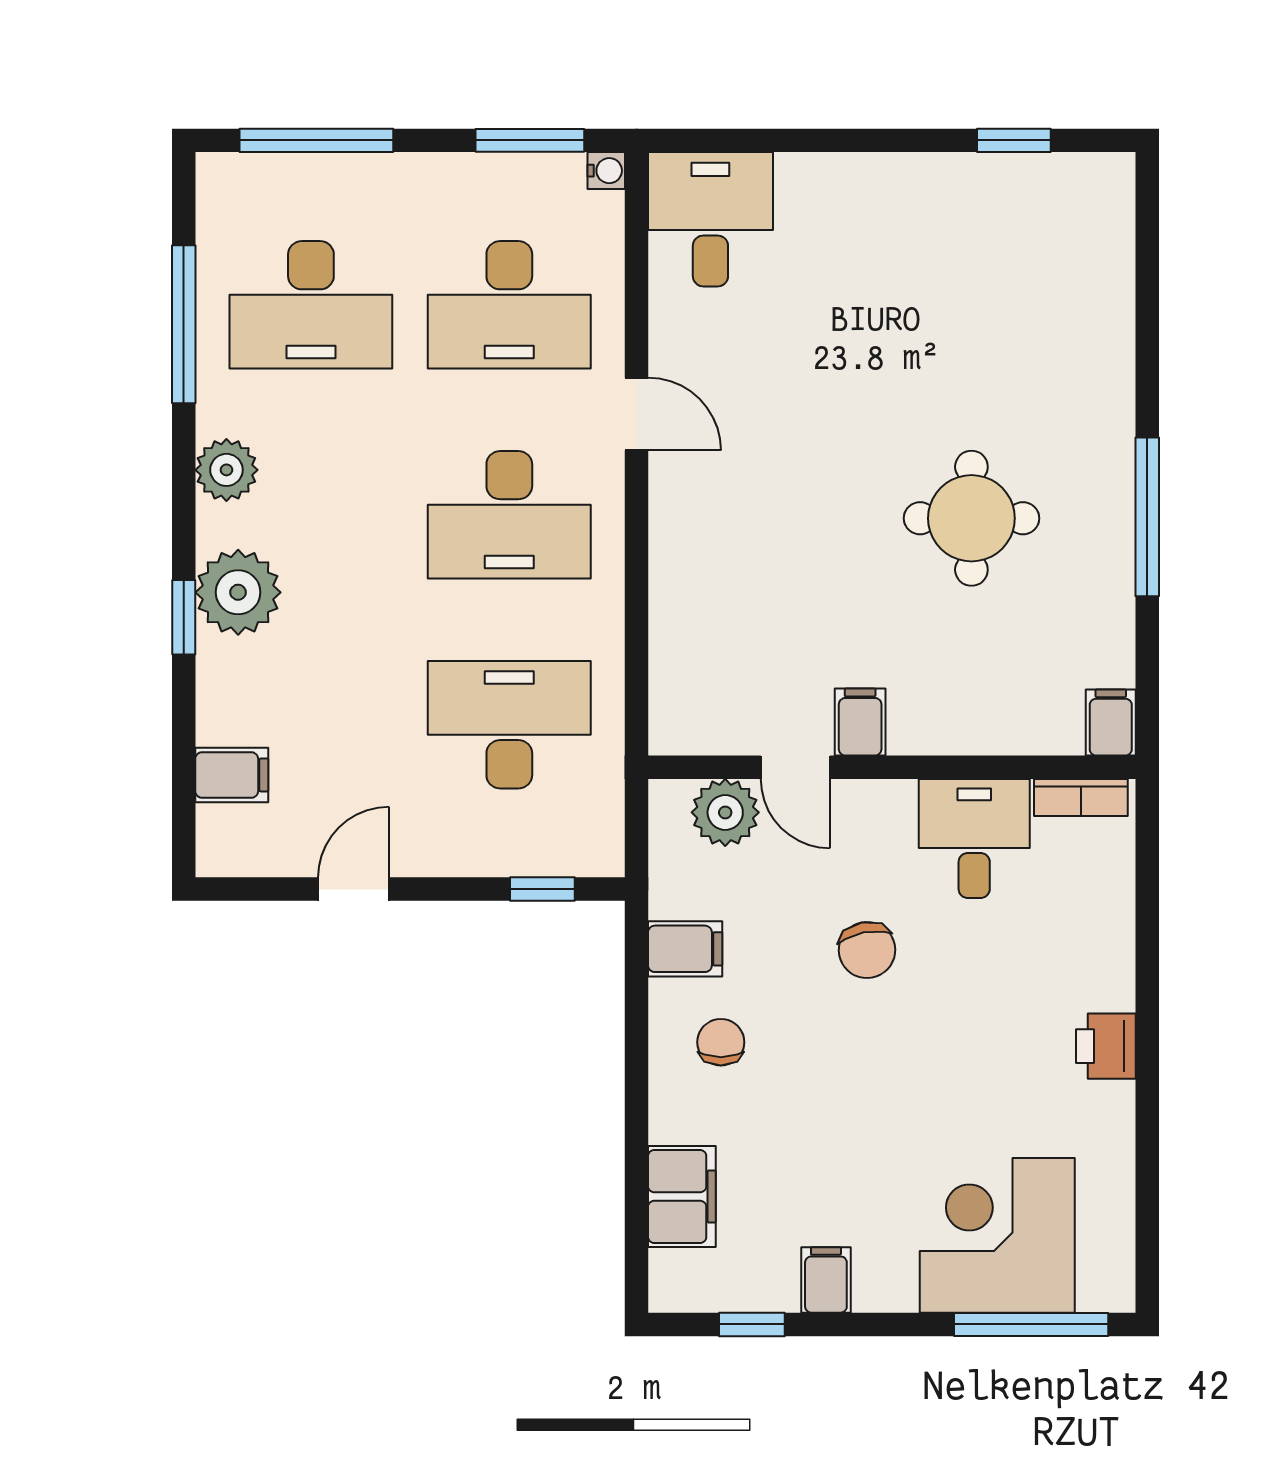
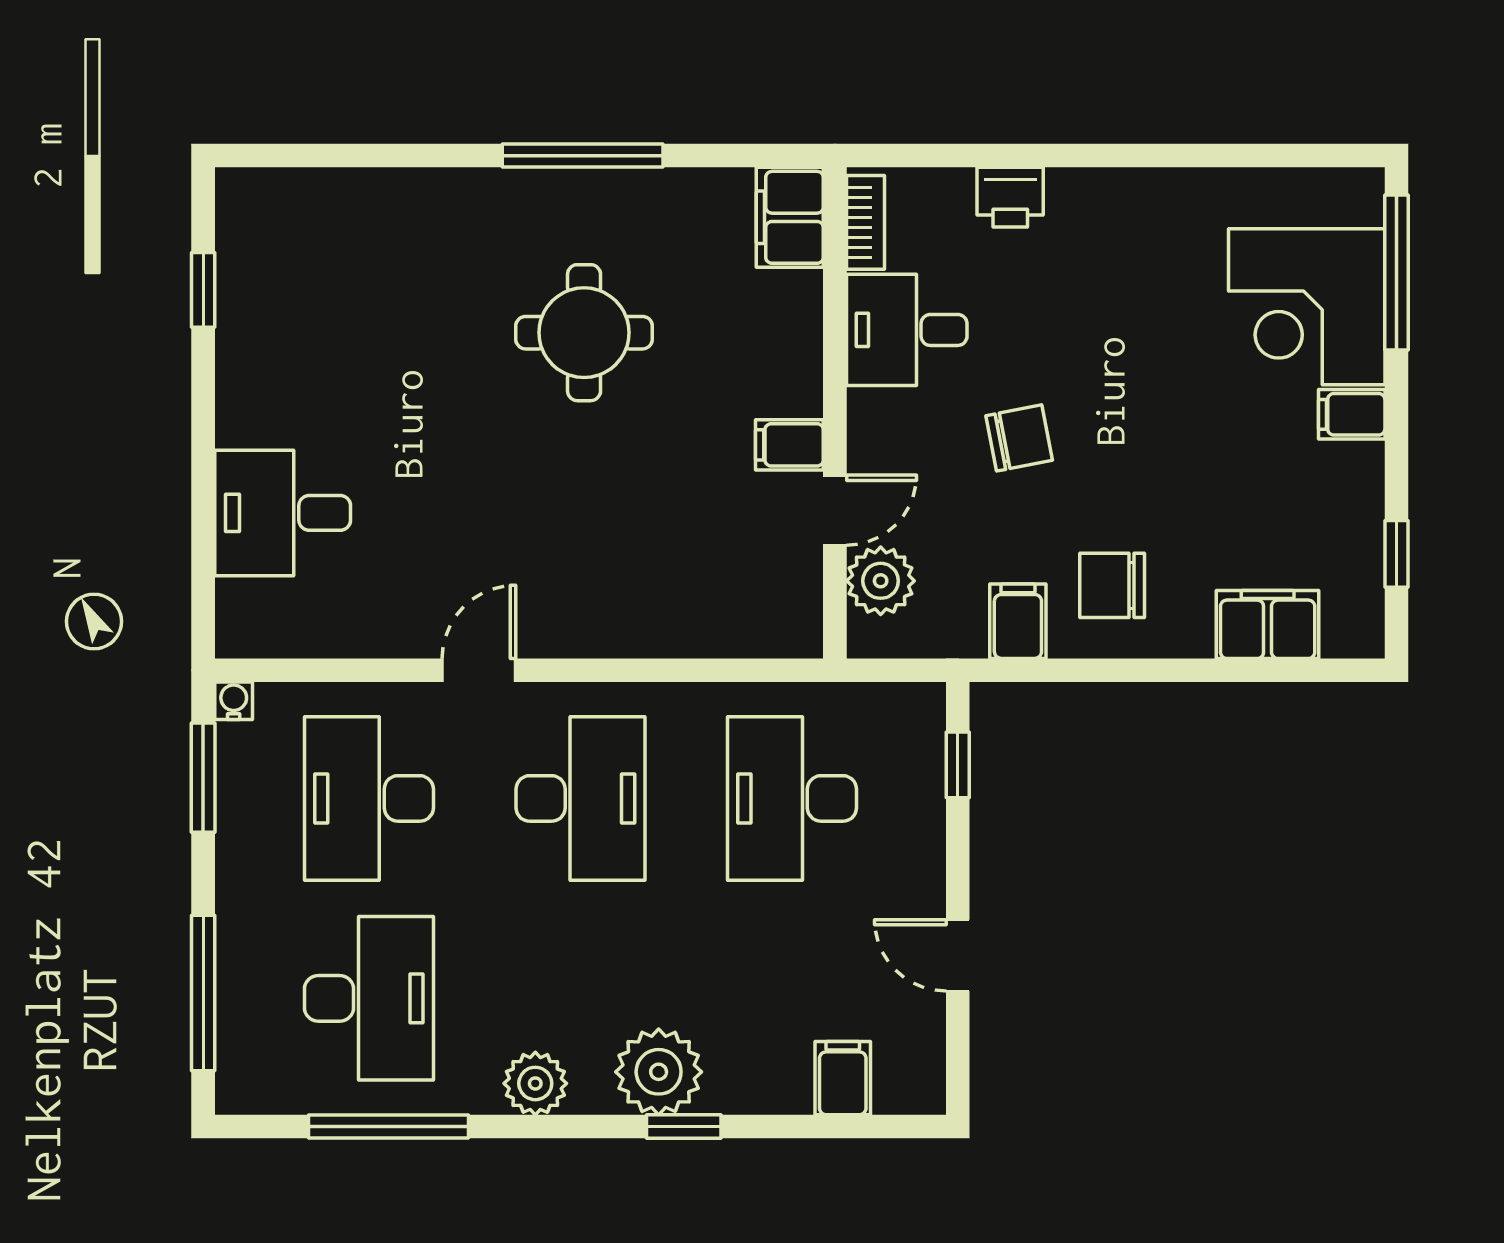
desk: (710, 219) -> (283, 513), moved
desk: (509, 305) -> (369, 798), turned 180
filing cabinet: (1111, 722) -> (790, 217), width x2.00
chair: (721, 1042) -> (1112, 585), width x1.37, depth x1.37
printer: (1106, 1046) -> (1010, 197), moved
filing cabinet: (826, 1280) -> (1352, 414), moved

